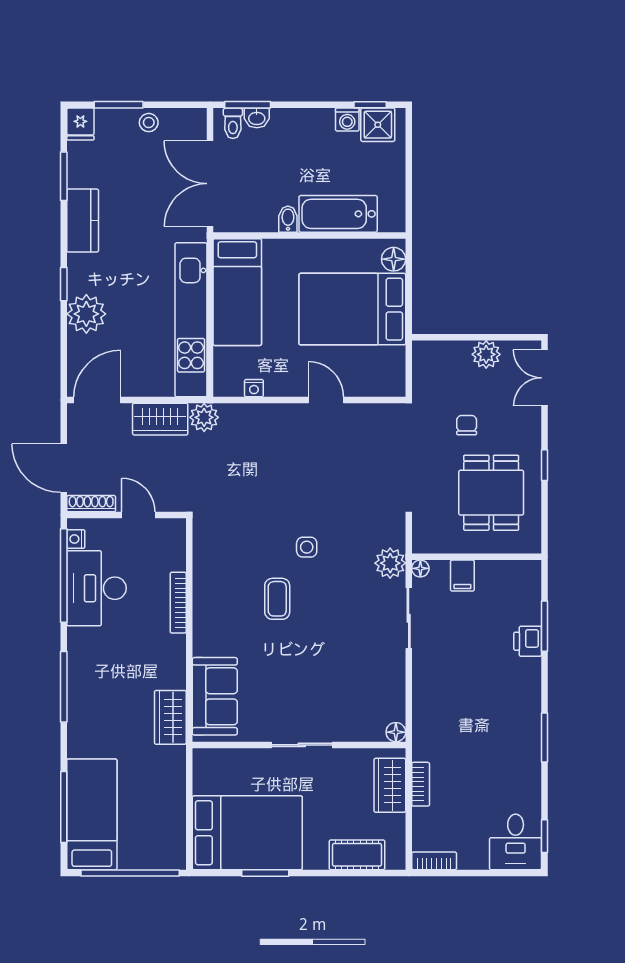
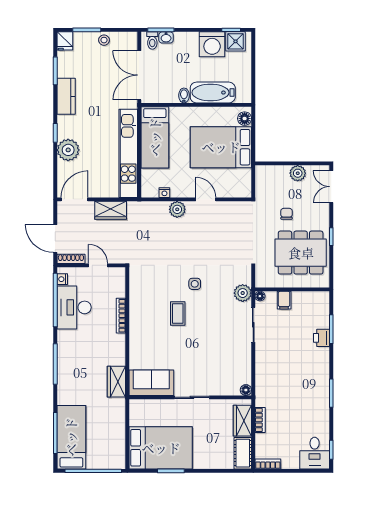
washing machine: (347, 120) -> (212, 44), width x1.89, depth x1.89
plant: (204, 417) -> (177, 209), moved
dining table: (491, 493) -> (301, 253), width x1.38
sofa: (215, 696) -> (151, 383), moved, turned -90
cot: (357, 855) -> (243, 453), moved, turned 90

